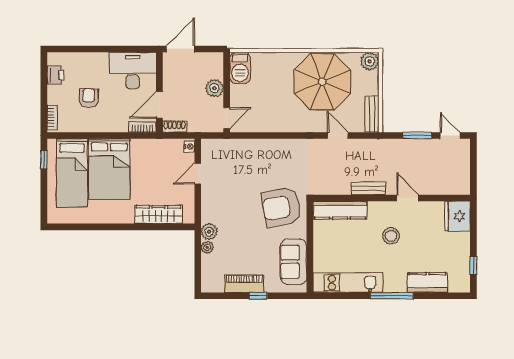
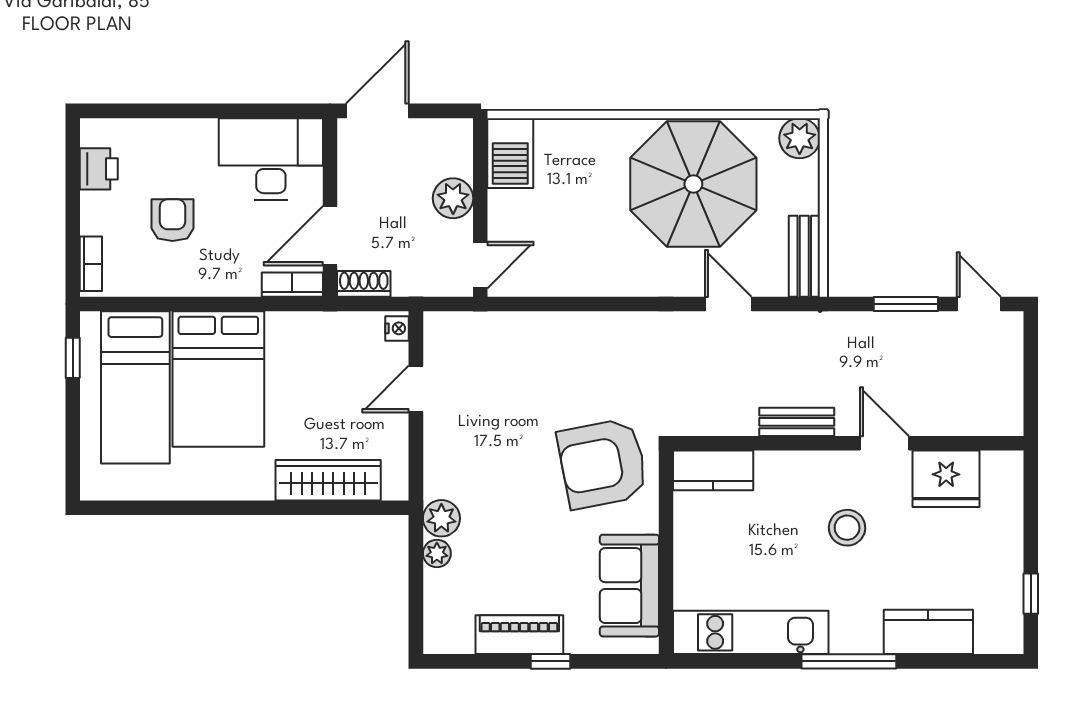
kitchen counter: (340, 210) -> (713, 470), width x0.67
fridge: (457, 216) -> (946, 479), moved, turned -90

